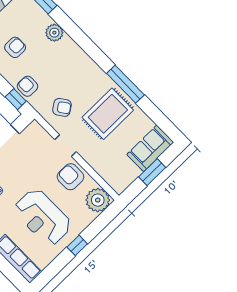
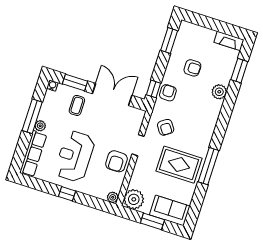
armchair: (70, 177) -> (116, 161), turned 180
plant: (119, 179) -> (134, 199), added
plant: (98, 200) -> (113, 197), width x0.53, depth x0.53

